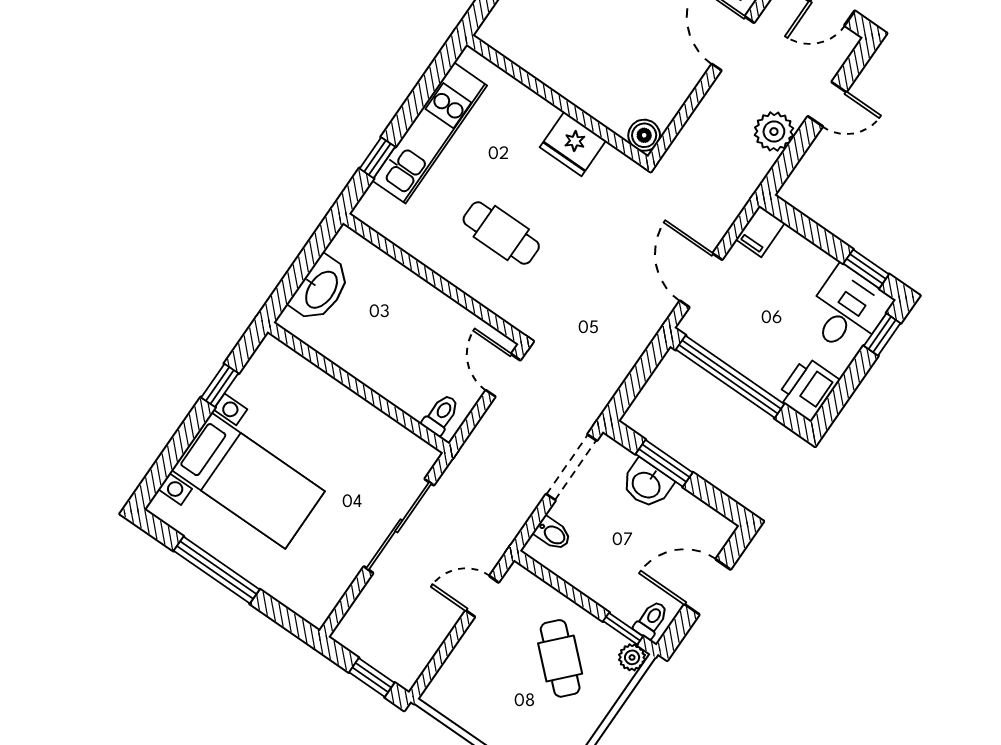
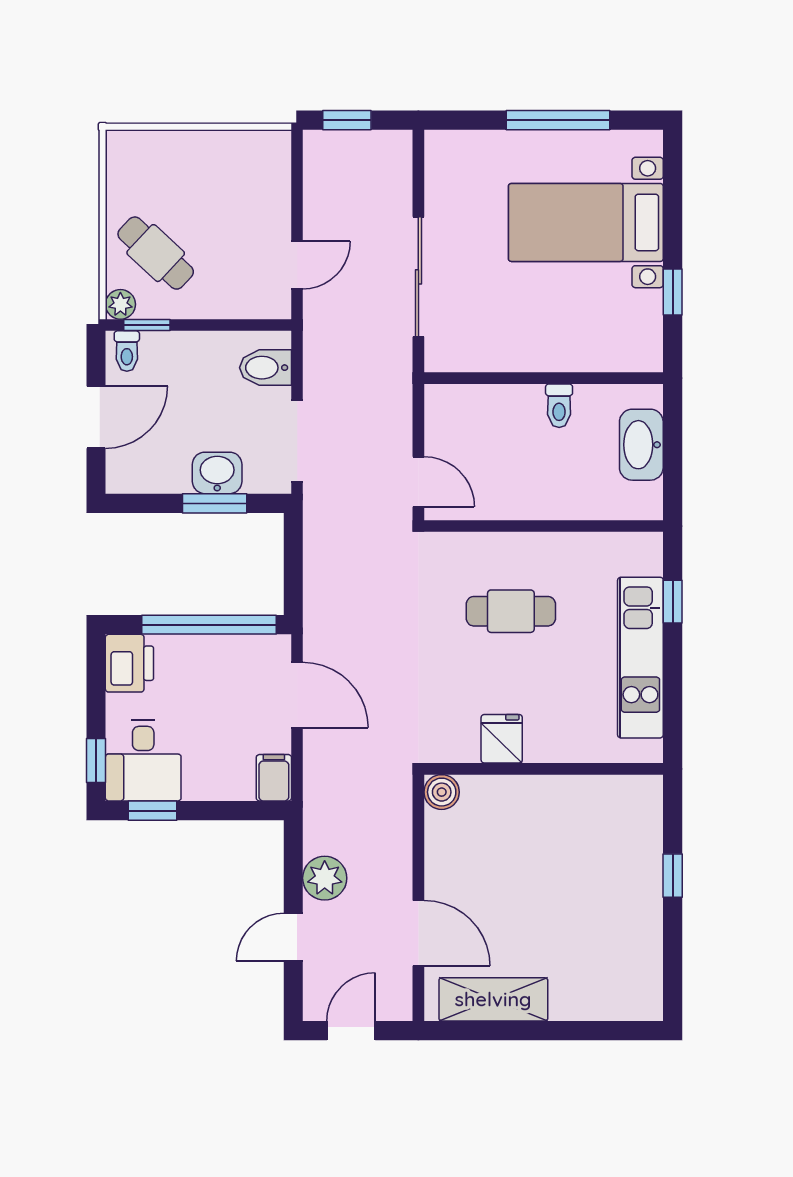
fridge: (573, 144) -> (502, 739), width x0.72
toilet: (441, 415) -> (559, 406), moved
bidet: (553, 534) -> (265, 368), width x1.38, depth x1.36
cafe table: (560, 658) -> (156, 253), moved

